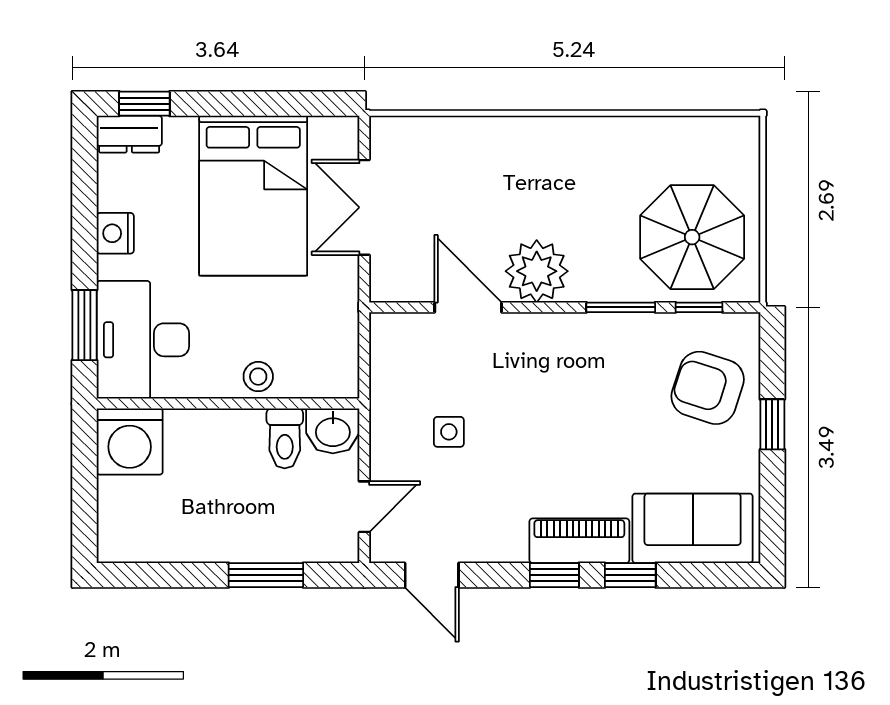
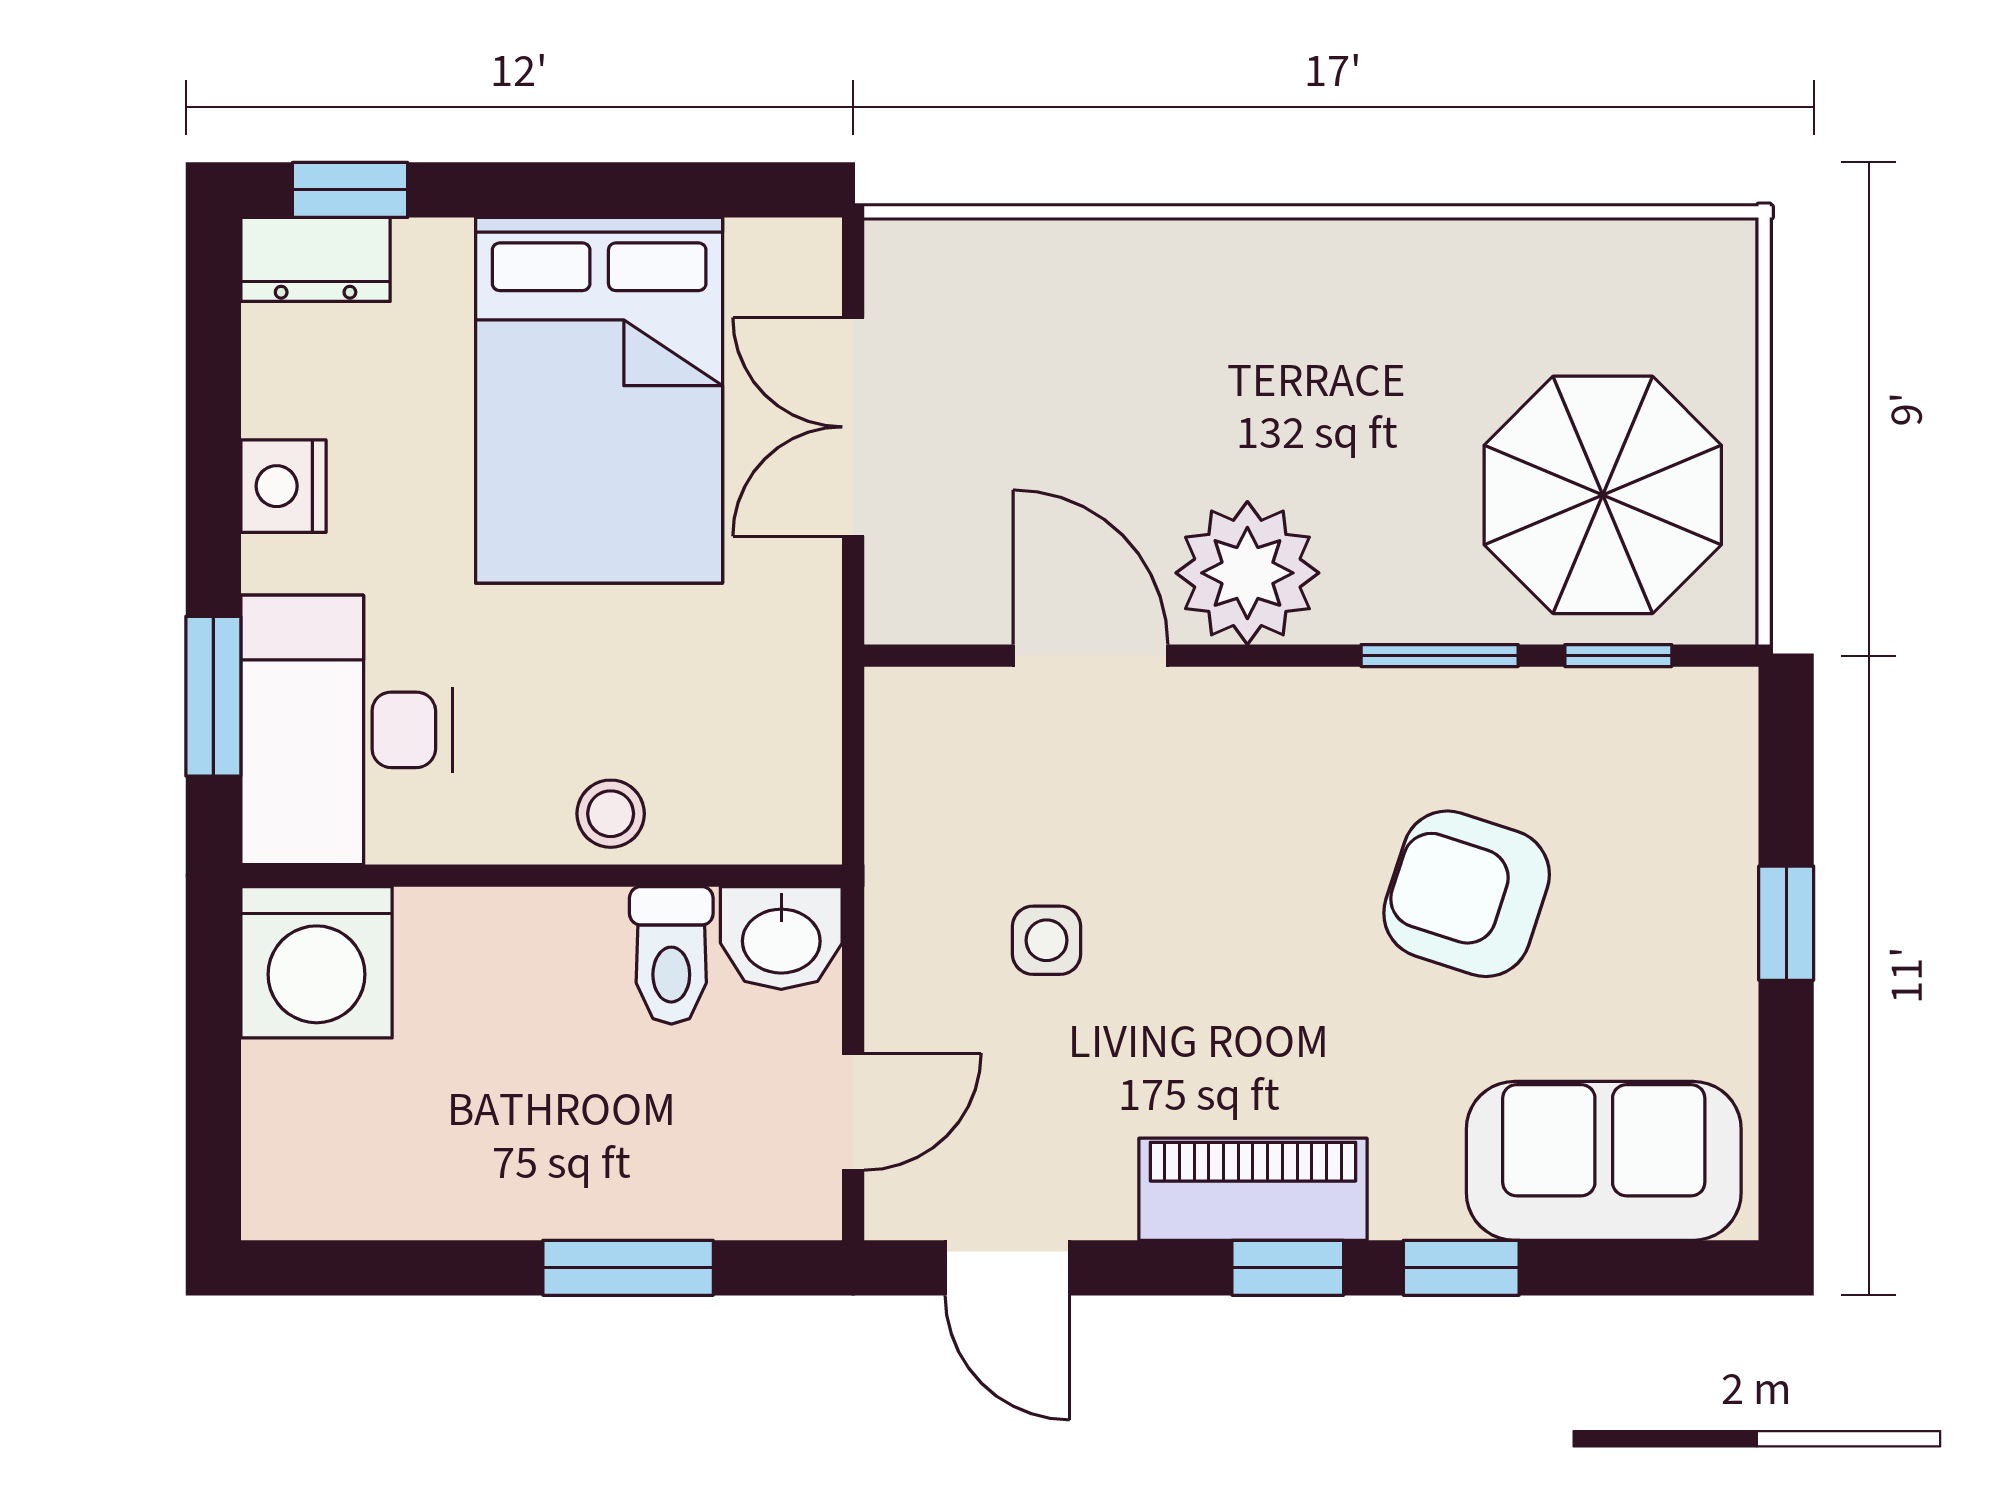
armchair: (708, 388) -> (1467, 894), moved
piano: (579, 541) -> (1253, 1189), moved

